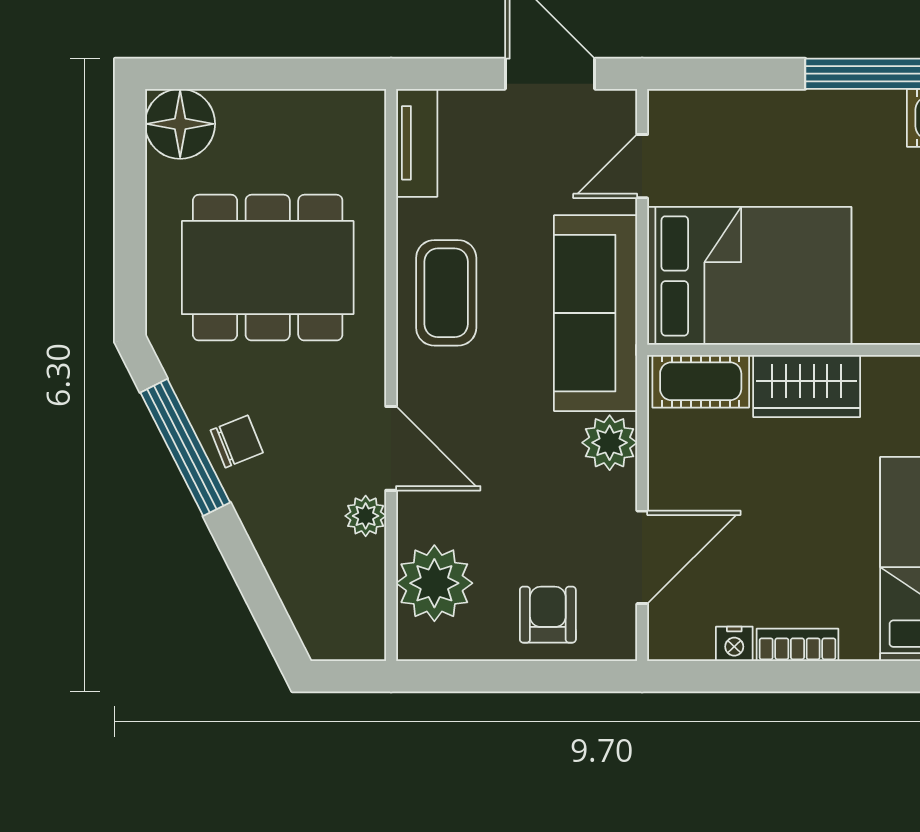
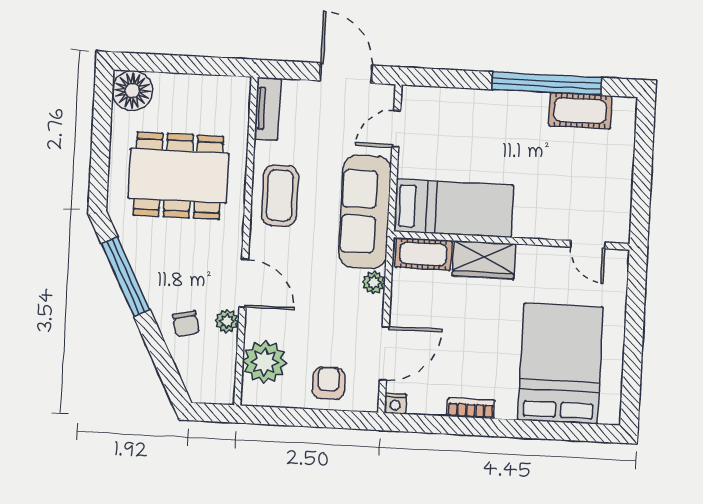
bed: (749, 276) -> (454, 208), width x0.67
chair: (237, 441) -> (186, 324), moved, turned 99
plant: (610, 443) -> (374, 282), width x0.73, depth x0.73
nightstand: (734, 644) -> (395, 404), moved

